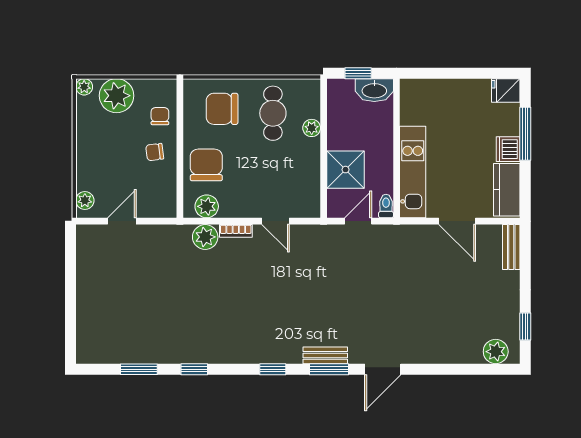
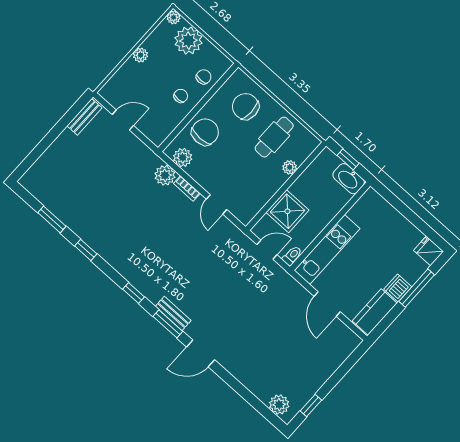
chair: (155, 152) -> (181, 96), turned 97
plant: (85, 200) -> (140, 55), moved
bench: (511, 247) -> (84, 117), moved

